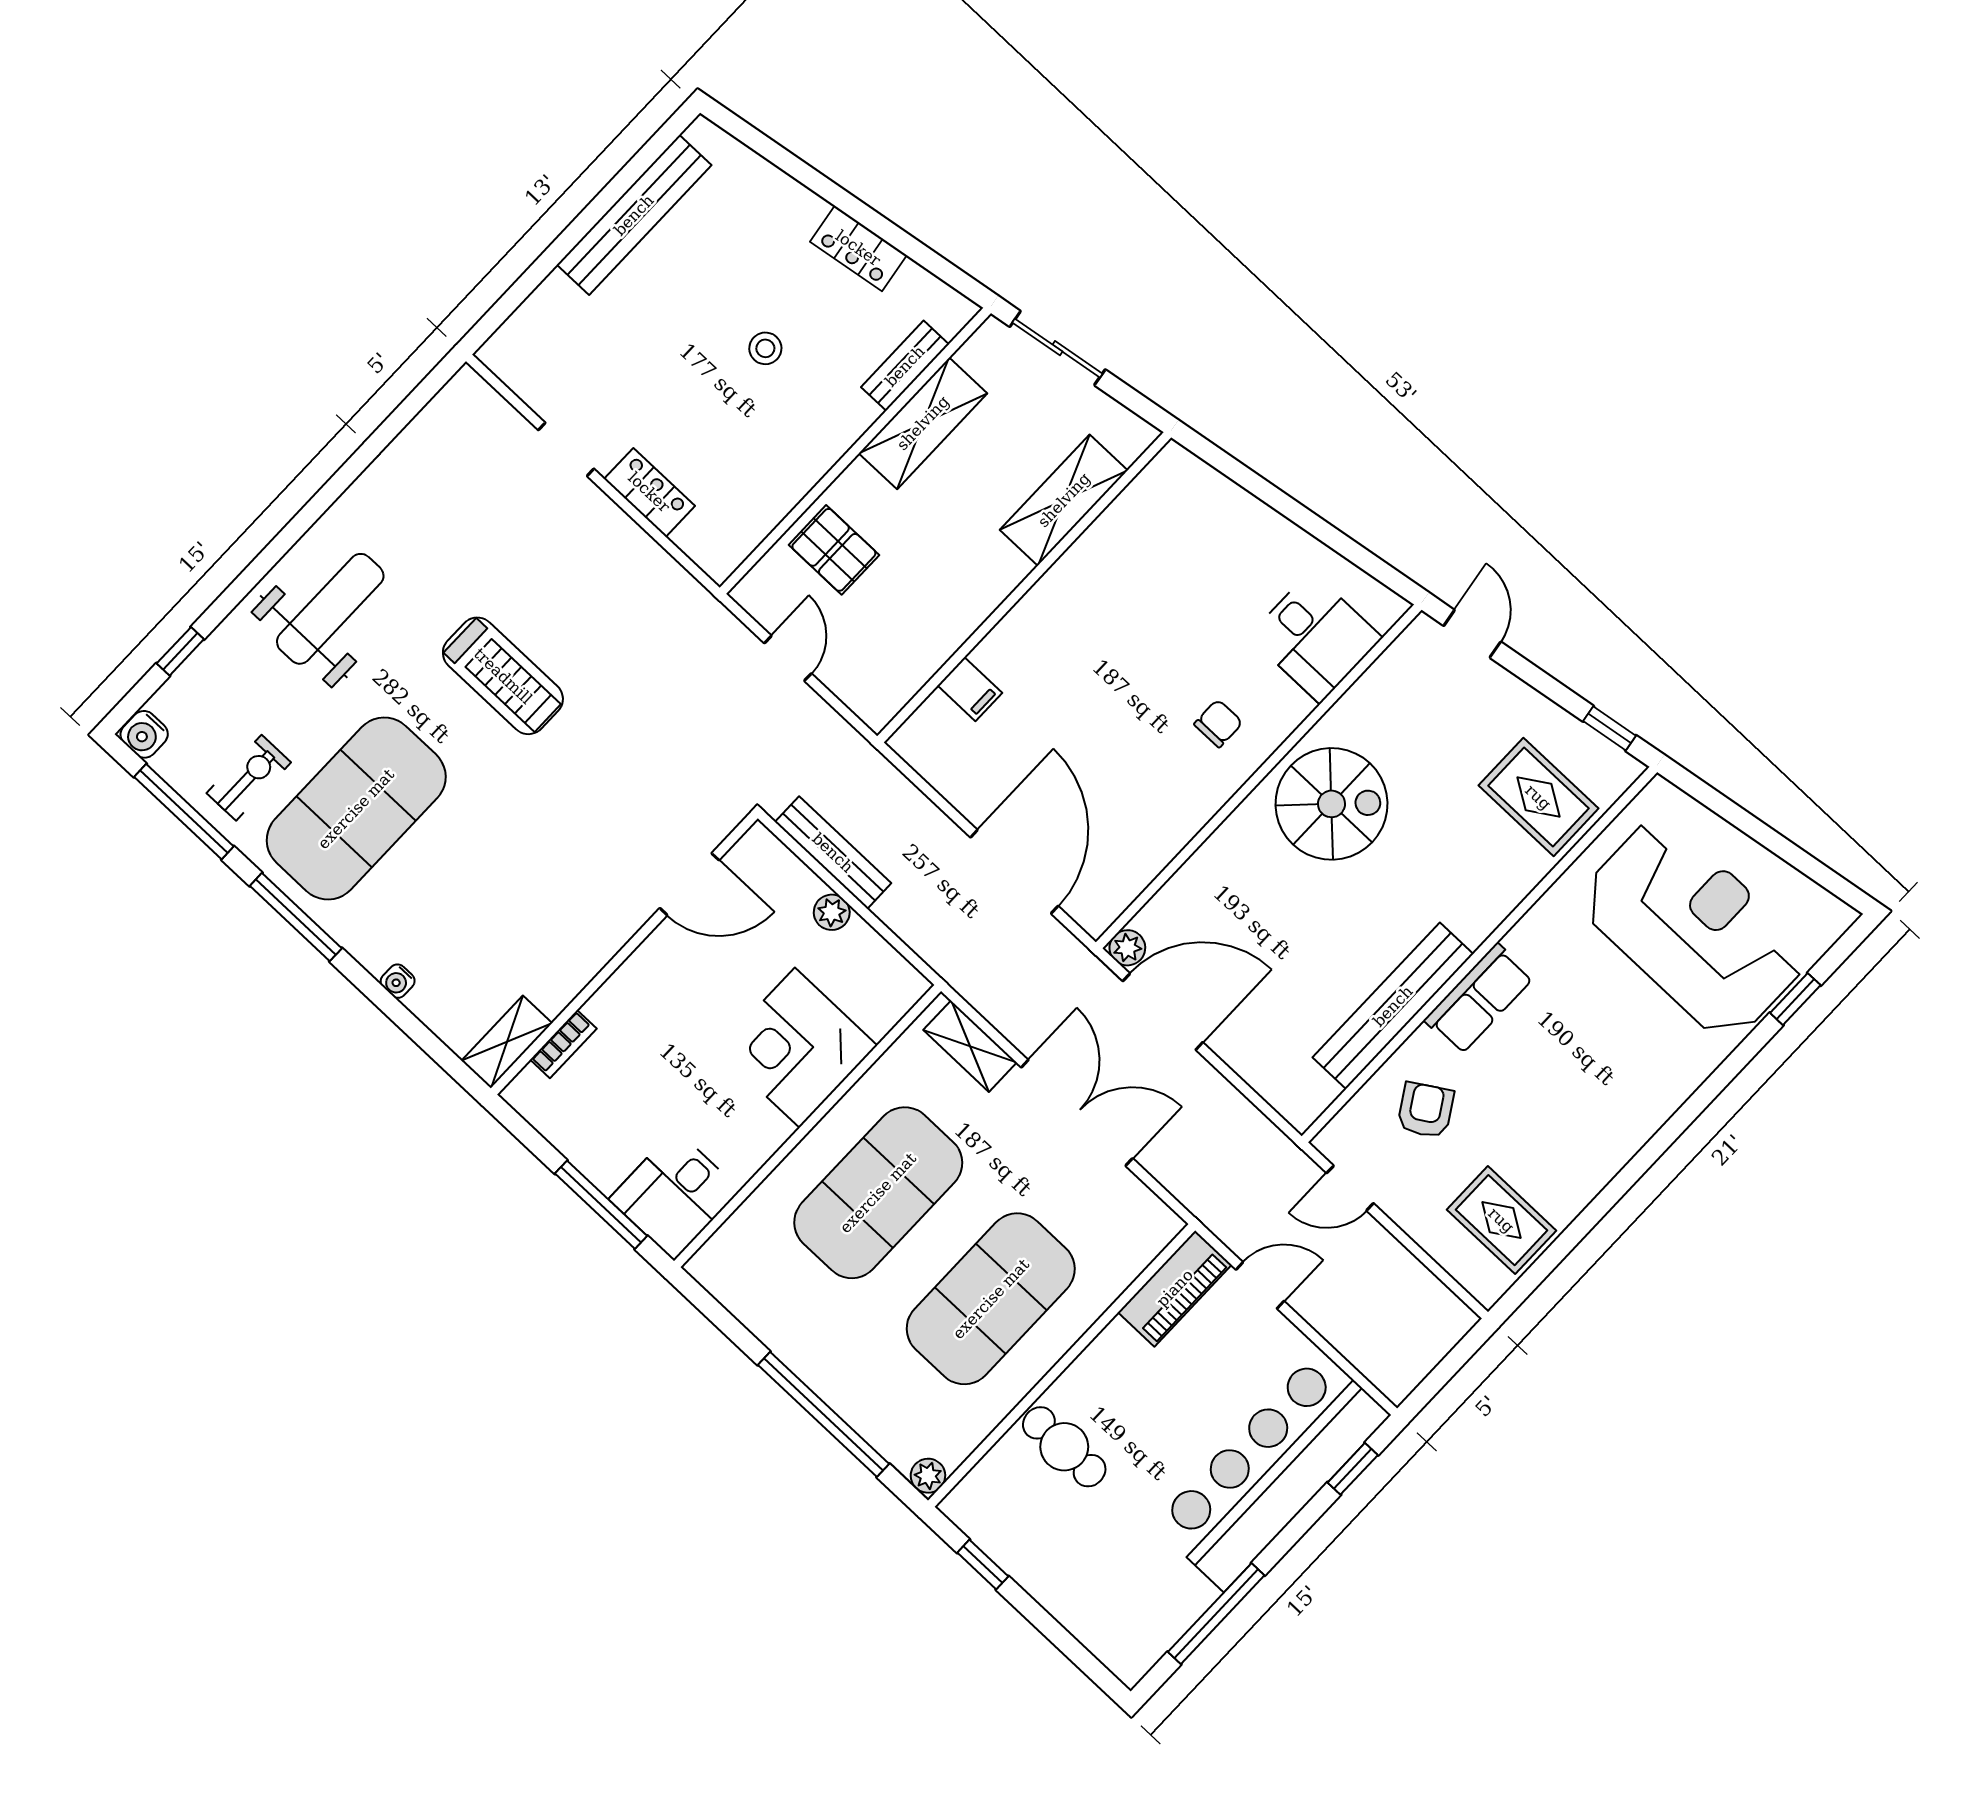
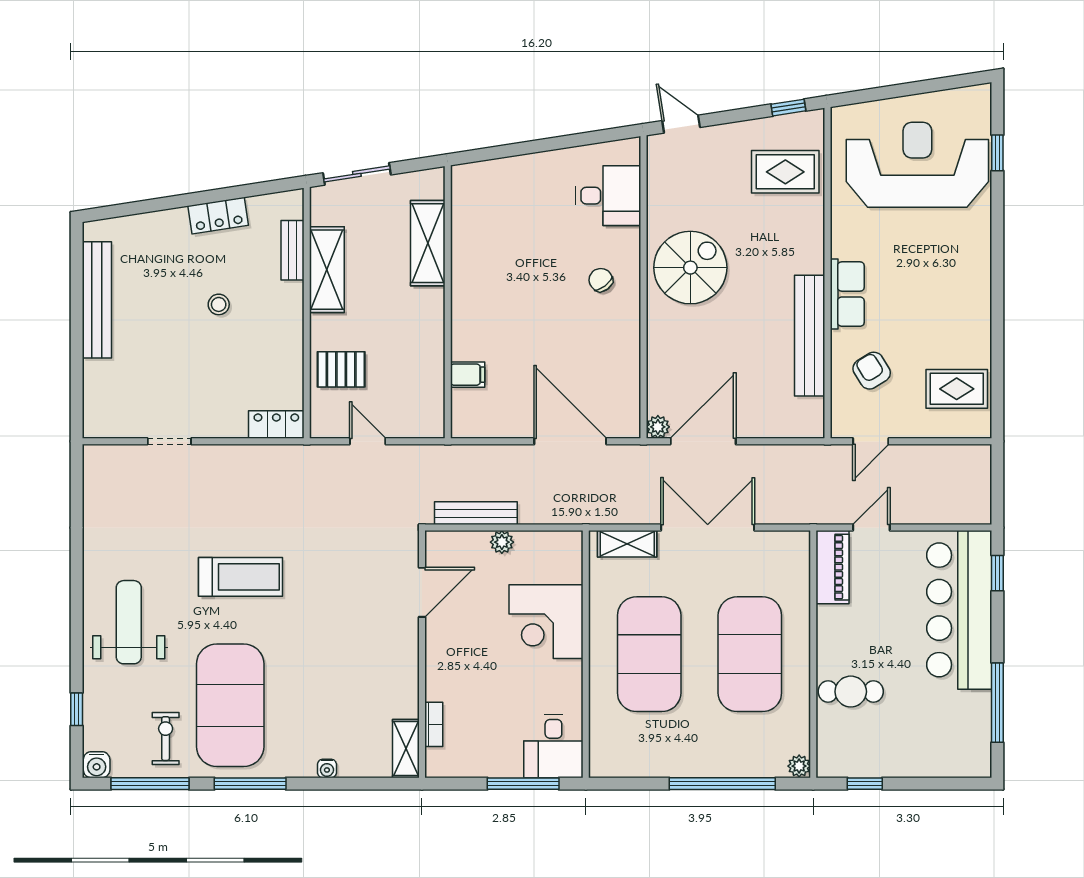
locker: (649, 492) -> (276, 424), moved
chair: (1218, 723) -> (601, 280), turned -37

